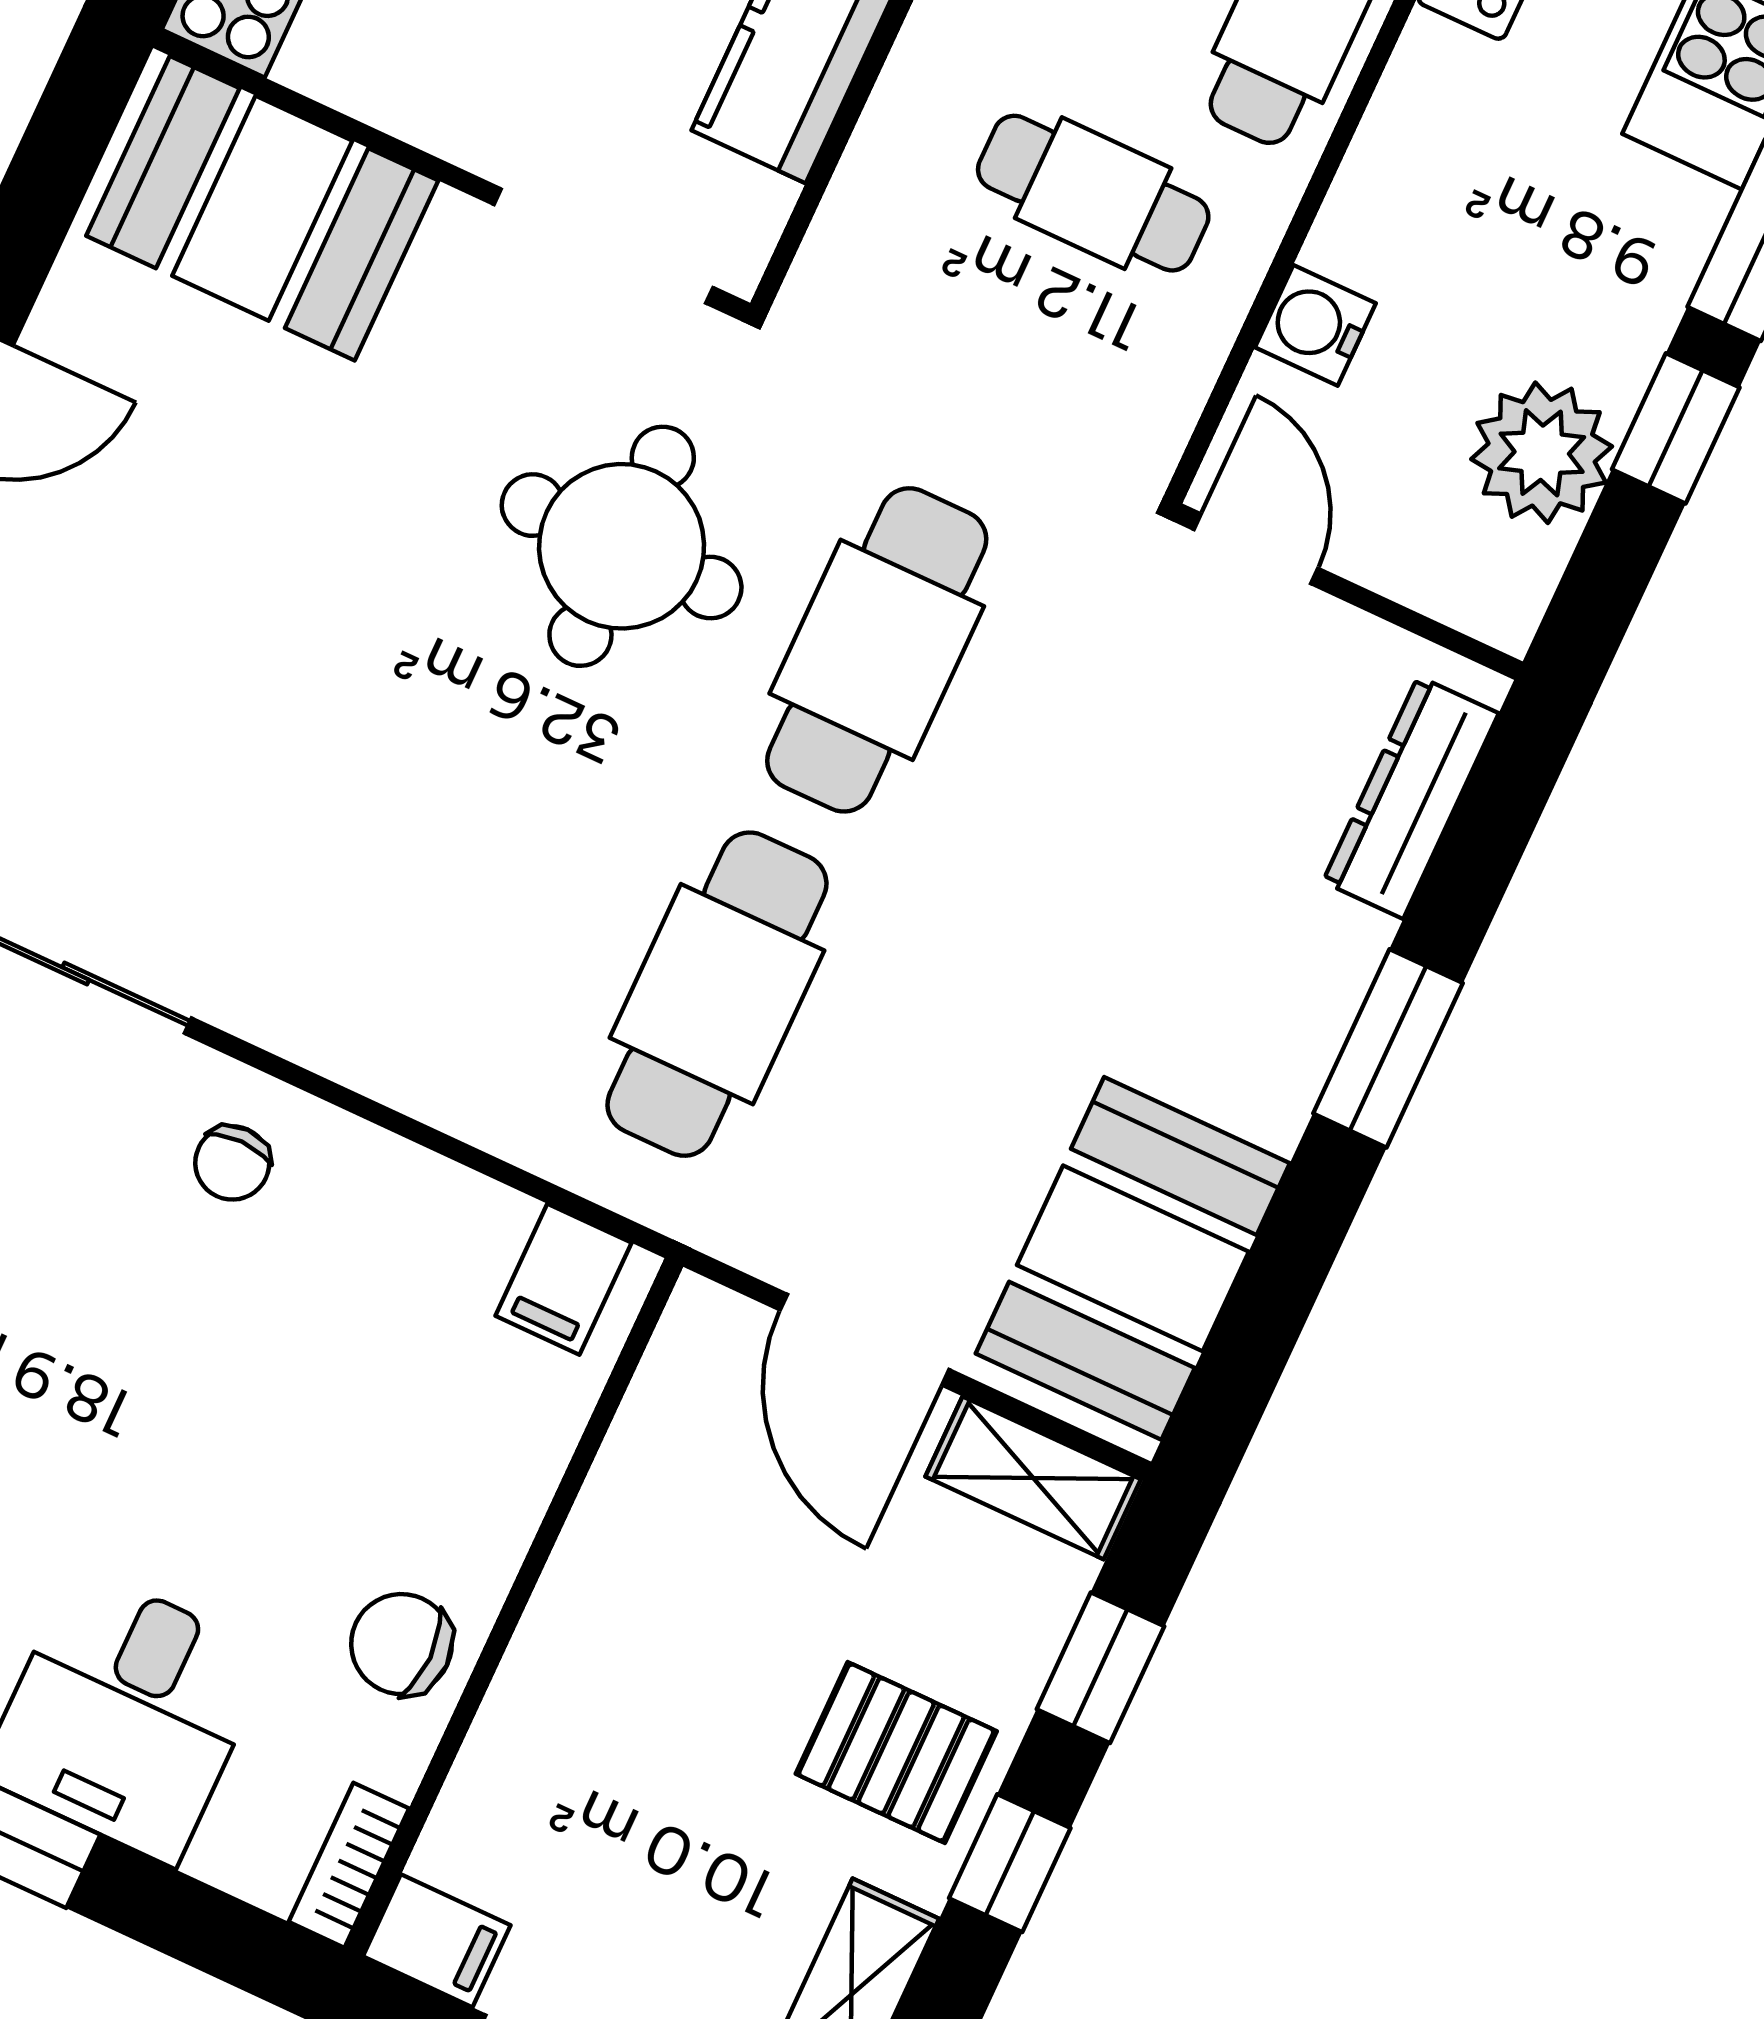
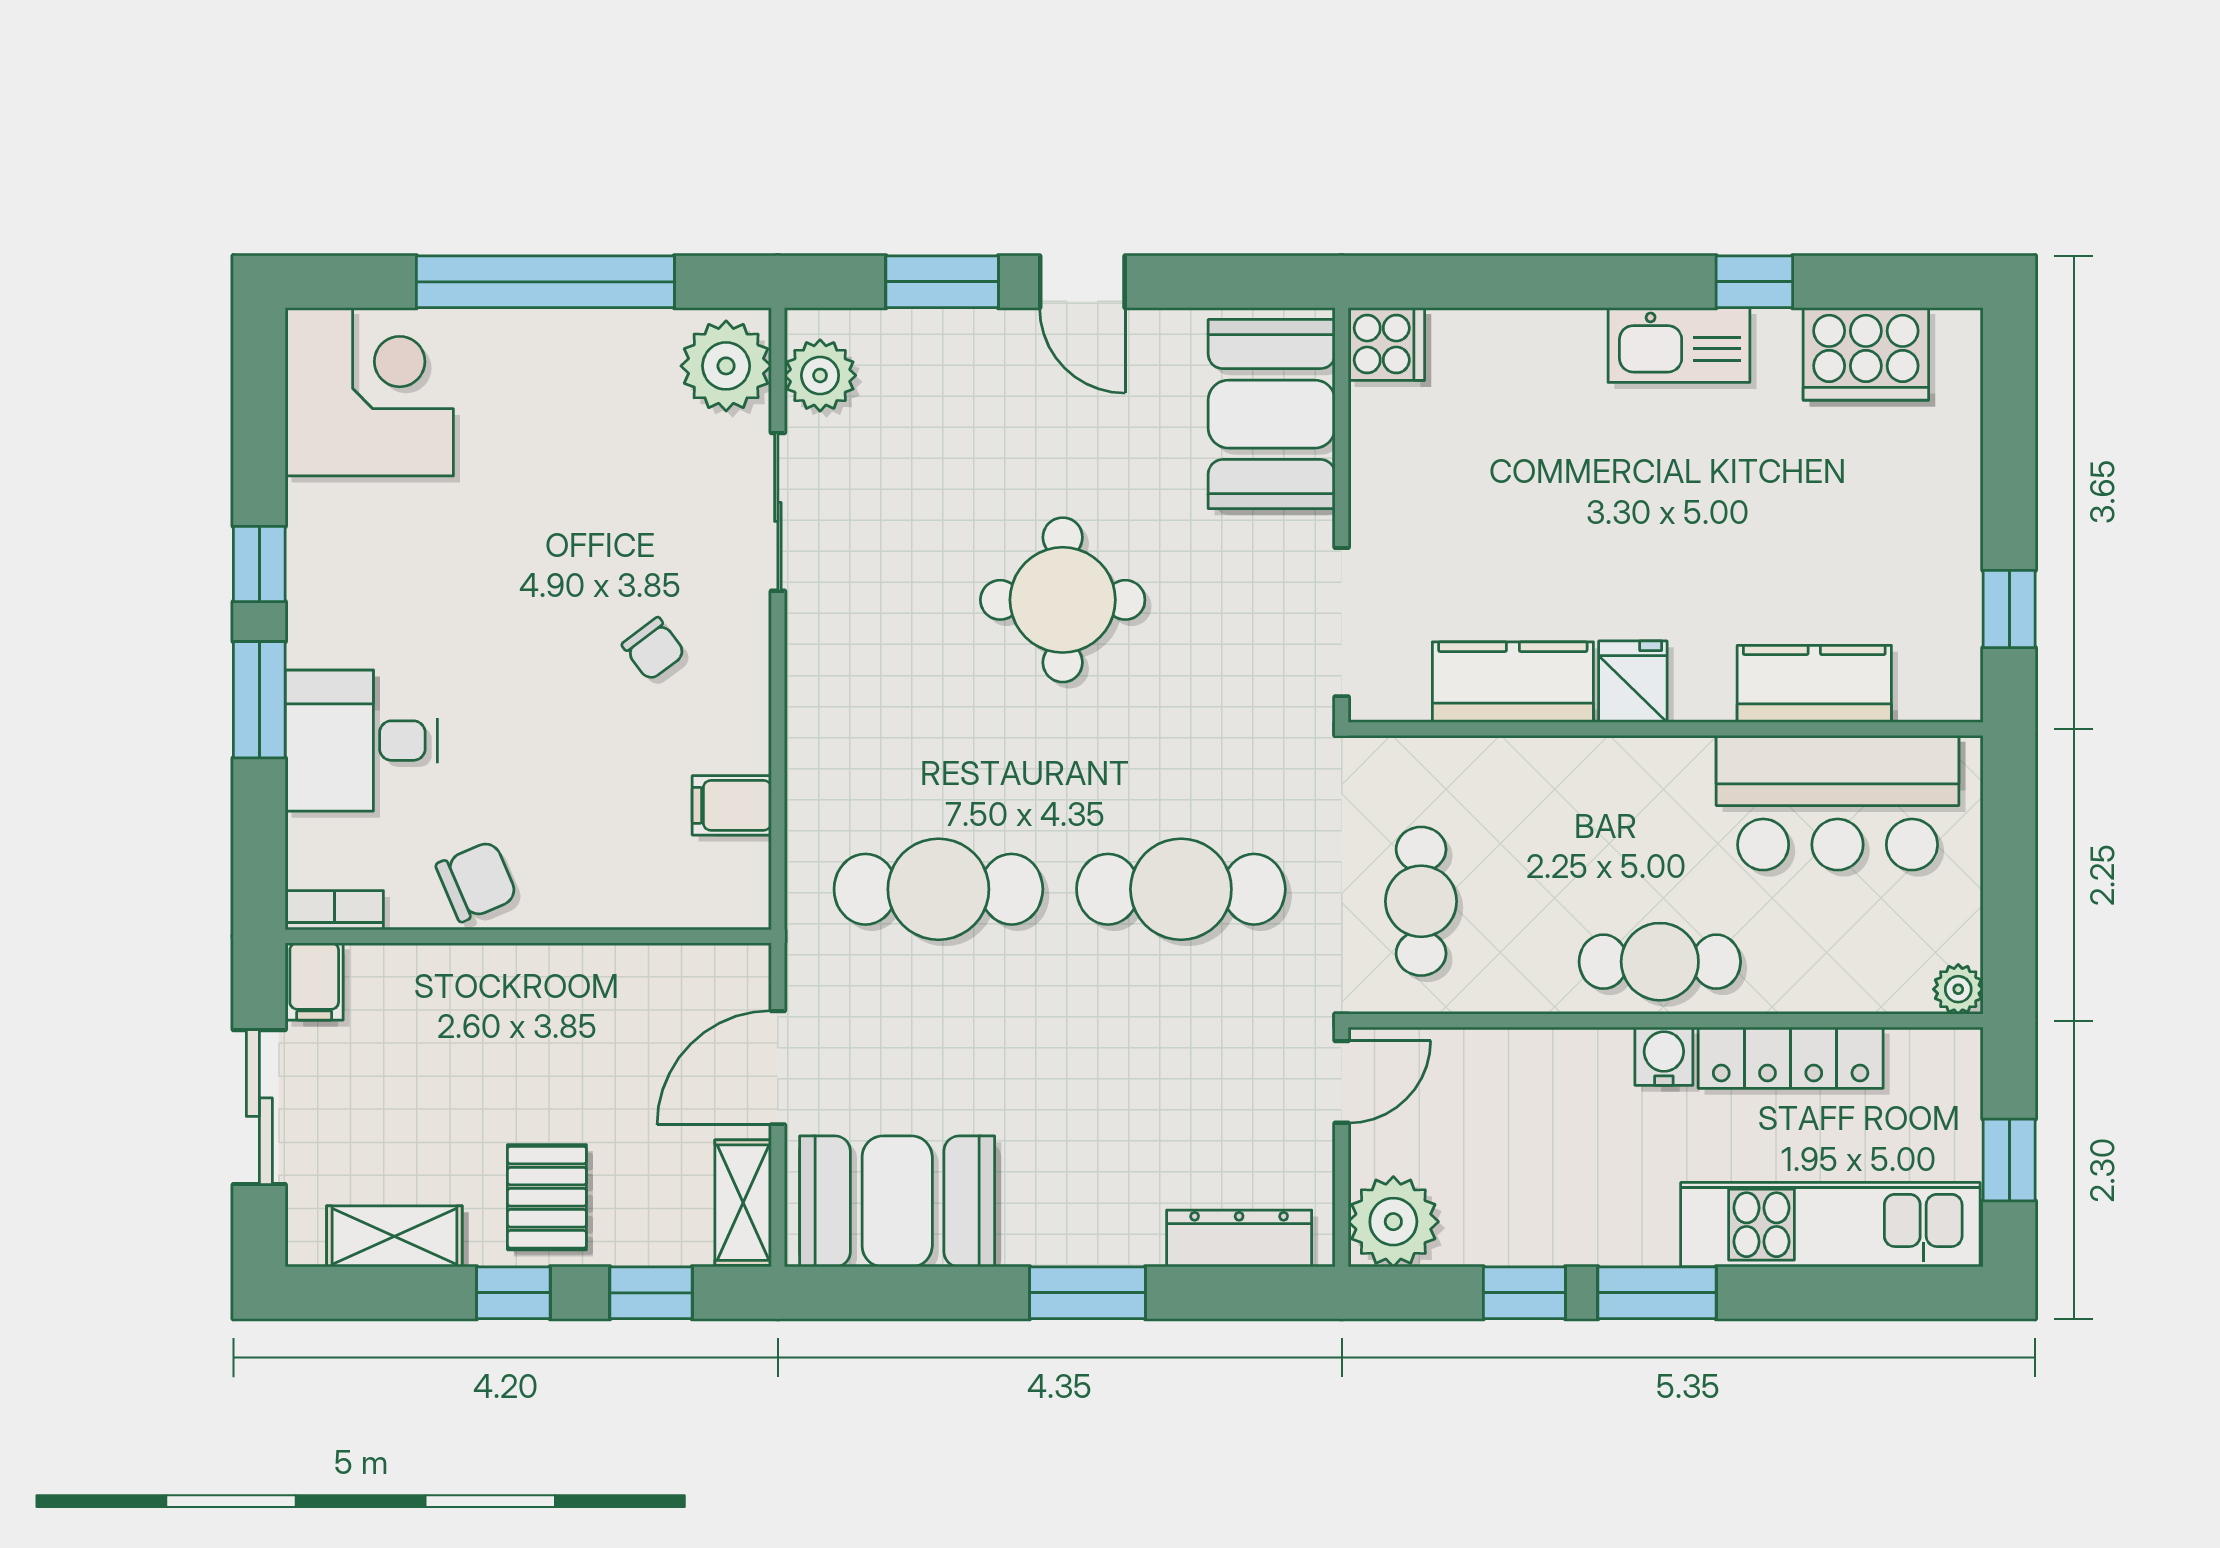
cafe table: (1093, 193) -> (1421, 901), moved
water cooler: (1315, 325) -> (1664, 1056), moved
plant: (1542, 453) -> (1393, 1222), moved
round table: (622, 546) -> (1063, 600), moved
chair: (232, 1163) -> (654, 649), moved, turned -127
filing cabinet: (563, 1279) -> (732, 805), moved
chair: (401, 1644) -> (477, 881), turned 67

